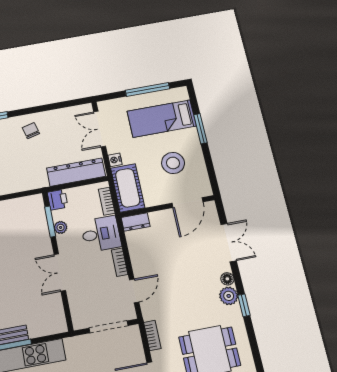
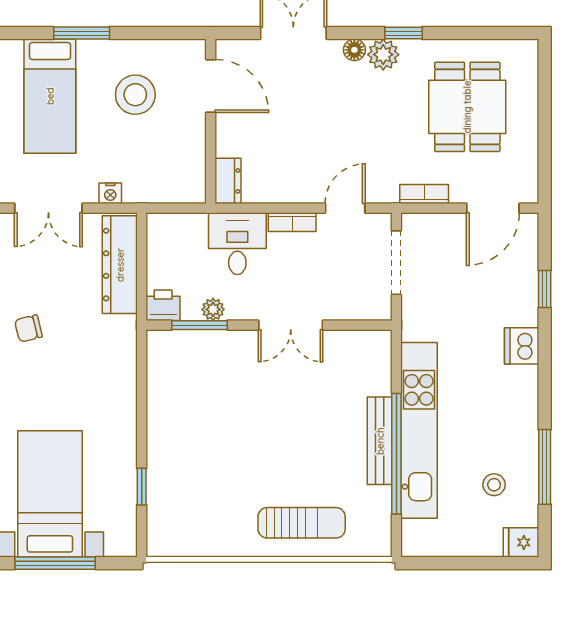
cot: (128, 188) -> (165, 182), removed
bookcase: (107, 201) -> (182, 222), removed
door: (134, 291) -> (345, 208), hinge flipped

